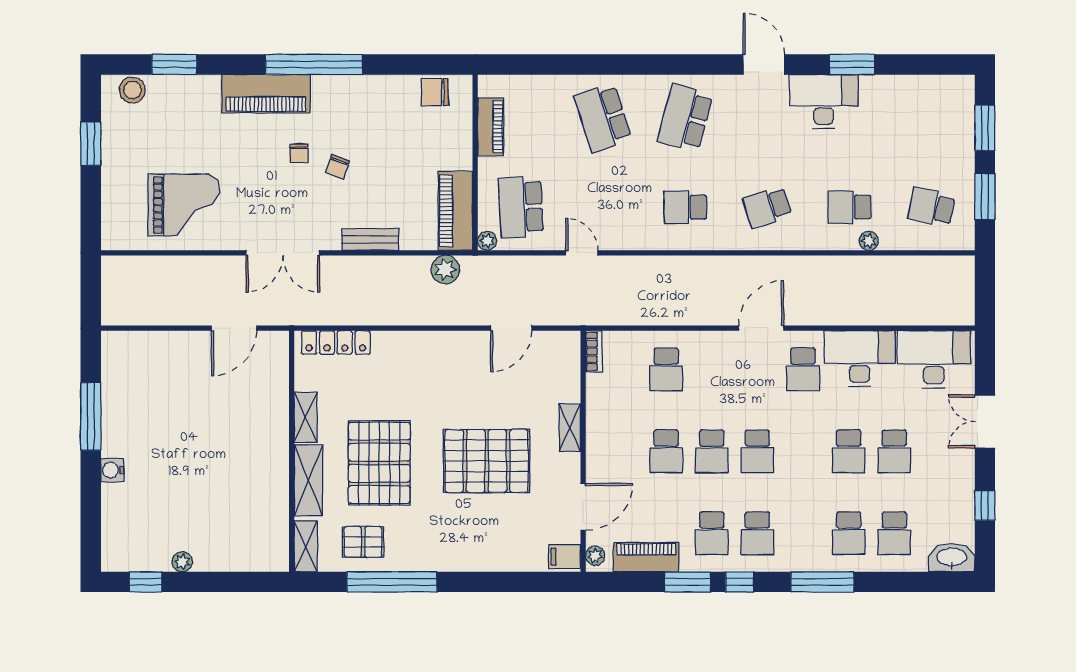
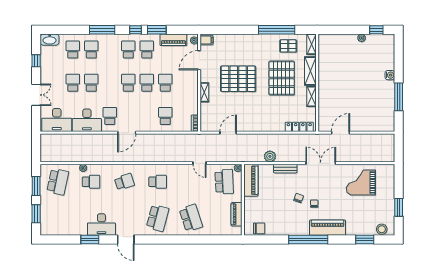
school desk: (932, 207) -> (58, 182), width x1.85
plant: (445, 270) -> (270, 156), moved

